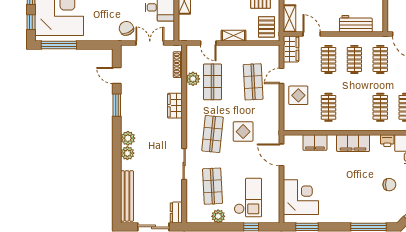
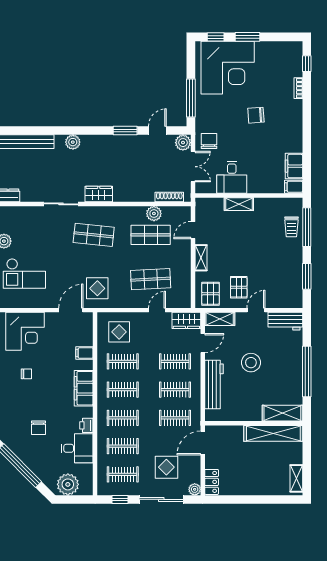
workbench: (356, 24) -> (214, 385), width x1.37
pallet: (266, 27) -> (210, 294), turned 90
chair: (126, 28) -> (209, 141), turned -65
window: (59, 45) -> (191, 98), moved
door: (281, 76) -> (157, 310), hinge flipped
display table: (298, 95) -> (119, 332), moved
wardrobe: (175, 106) -> (99, 194), moved
clothes rail: (354, 107) -> (123, 390), added
display table: (243, 132) -> (97, 288), moved
plant: (128, 138) -> (183, 143), moved
filing cabinet: (315, 143) -> (84, 353), width x0.50
shop shelf: (212, 186) -> (37, 235), removed
chair: (340, 196) -> (26, 374), added

